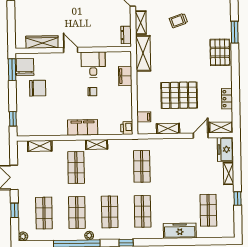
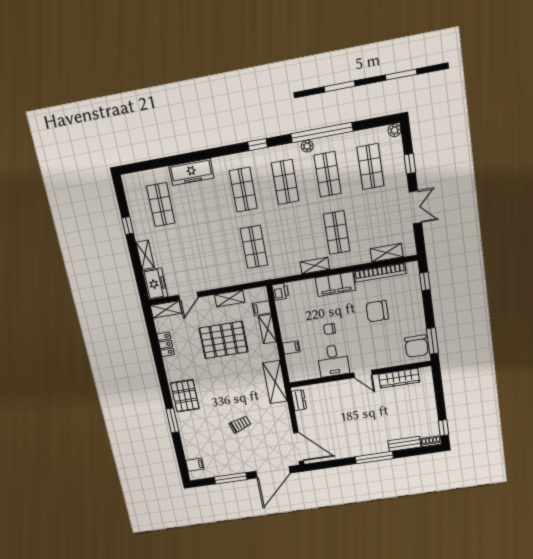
shelving: (141, 23) -> (267, 329), moved
filing cabinet: (125, 76) -> (291, 348), width x0.50
chair: (38, 88) -> (377, 311), moved
bookcase: (47, 131) -> (380, 272), added

